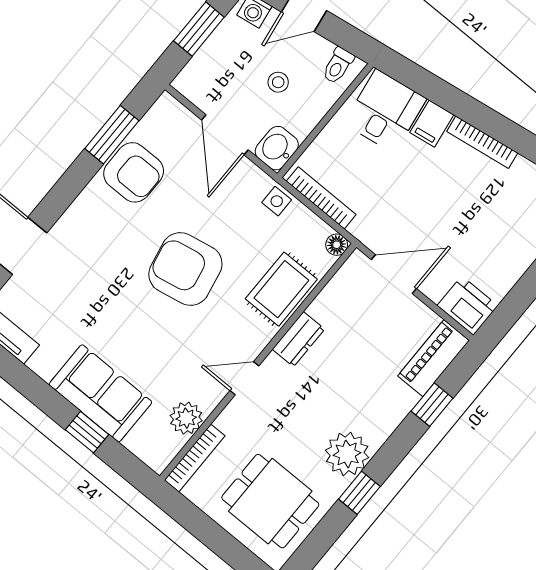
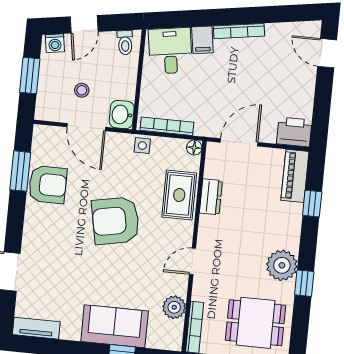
stool: (278, 82) -> (82, 90), moved
dresser: (298, 339) -> (211, 197), moved

